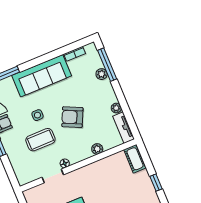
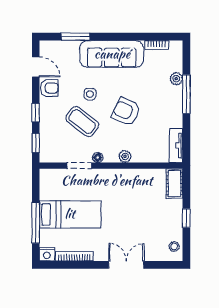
window: (107, 65) -> (186, 94), moved
plant: (116, 108) -> (177, 121), removed
coffee table: (40, 140) -> (82, 122), turned 38
plant: (97, 149) -> (125, 156), moved
window: (10, 172) -> (36, 143), added

